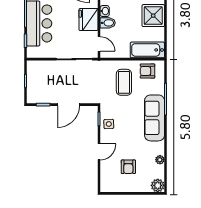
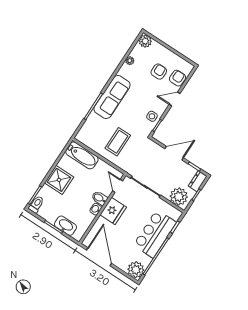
plant: (40, 70) -> (179, 197), added
armchair: (147, 71) -> (178, 78), moved, turned -90
dresser: (32, 94) -> (198, 181), added

